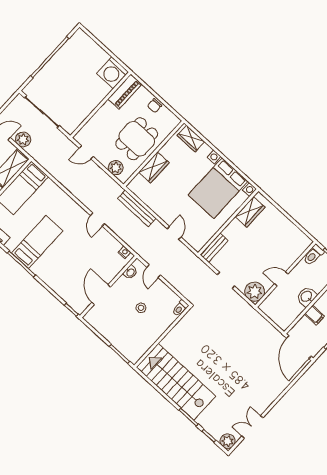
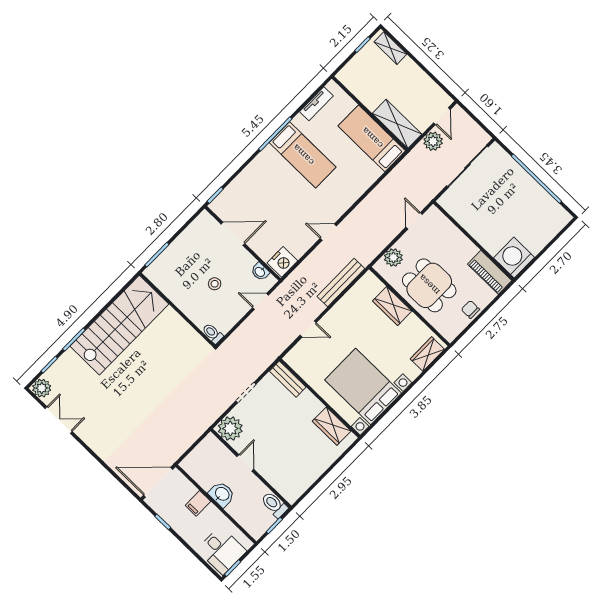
nightstand: (124, 252) -> (282, 262), width x1.89, depth x1.79

